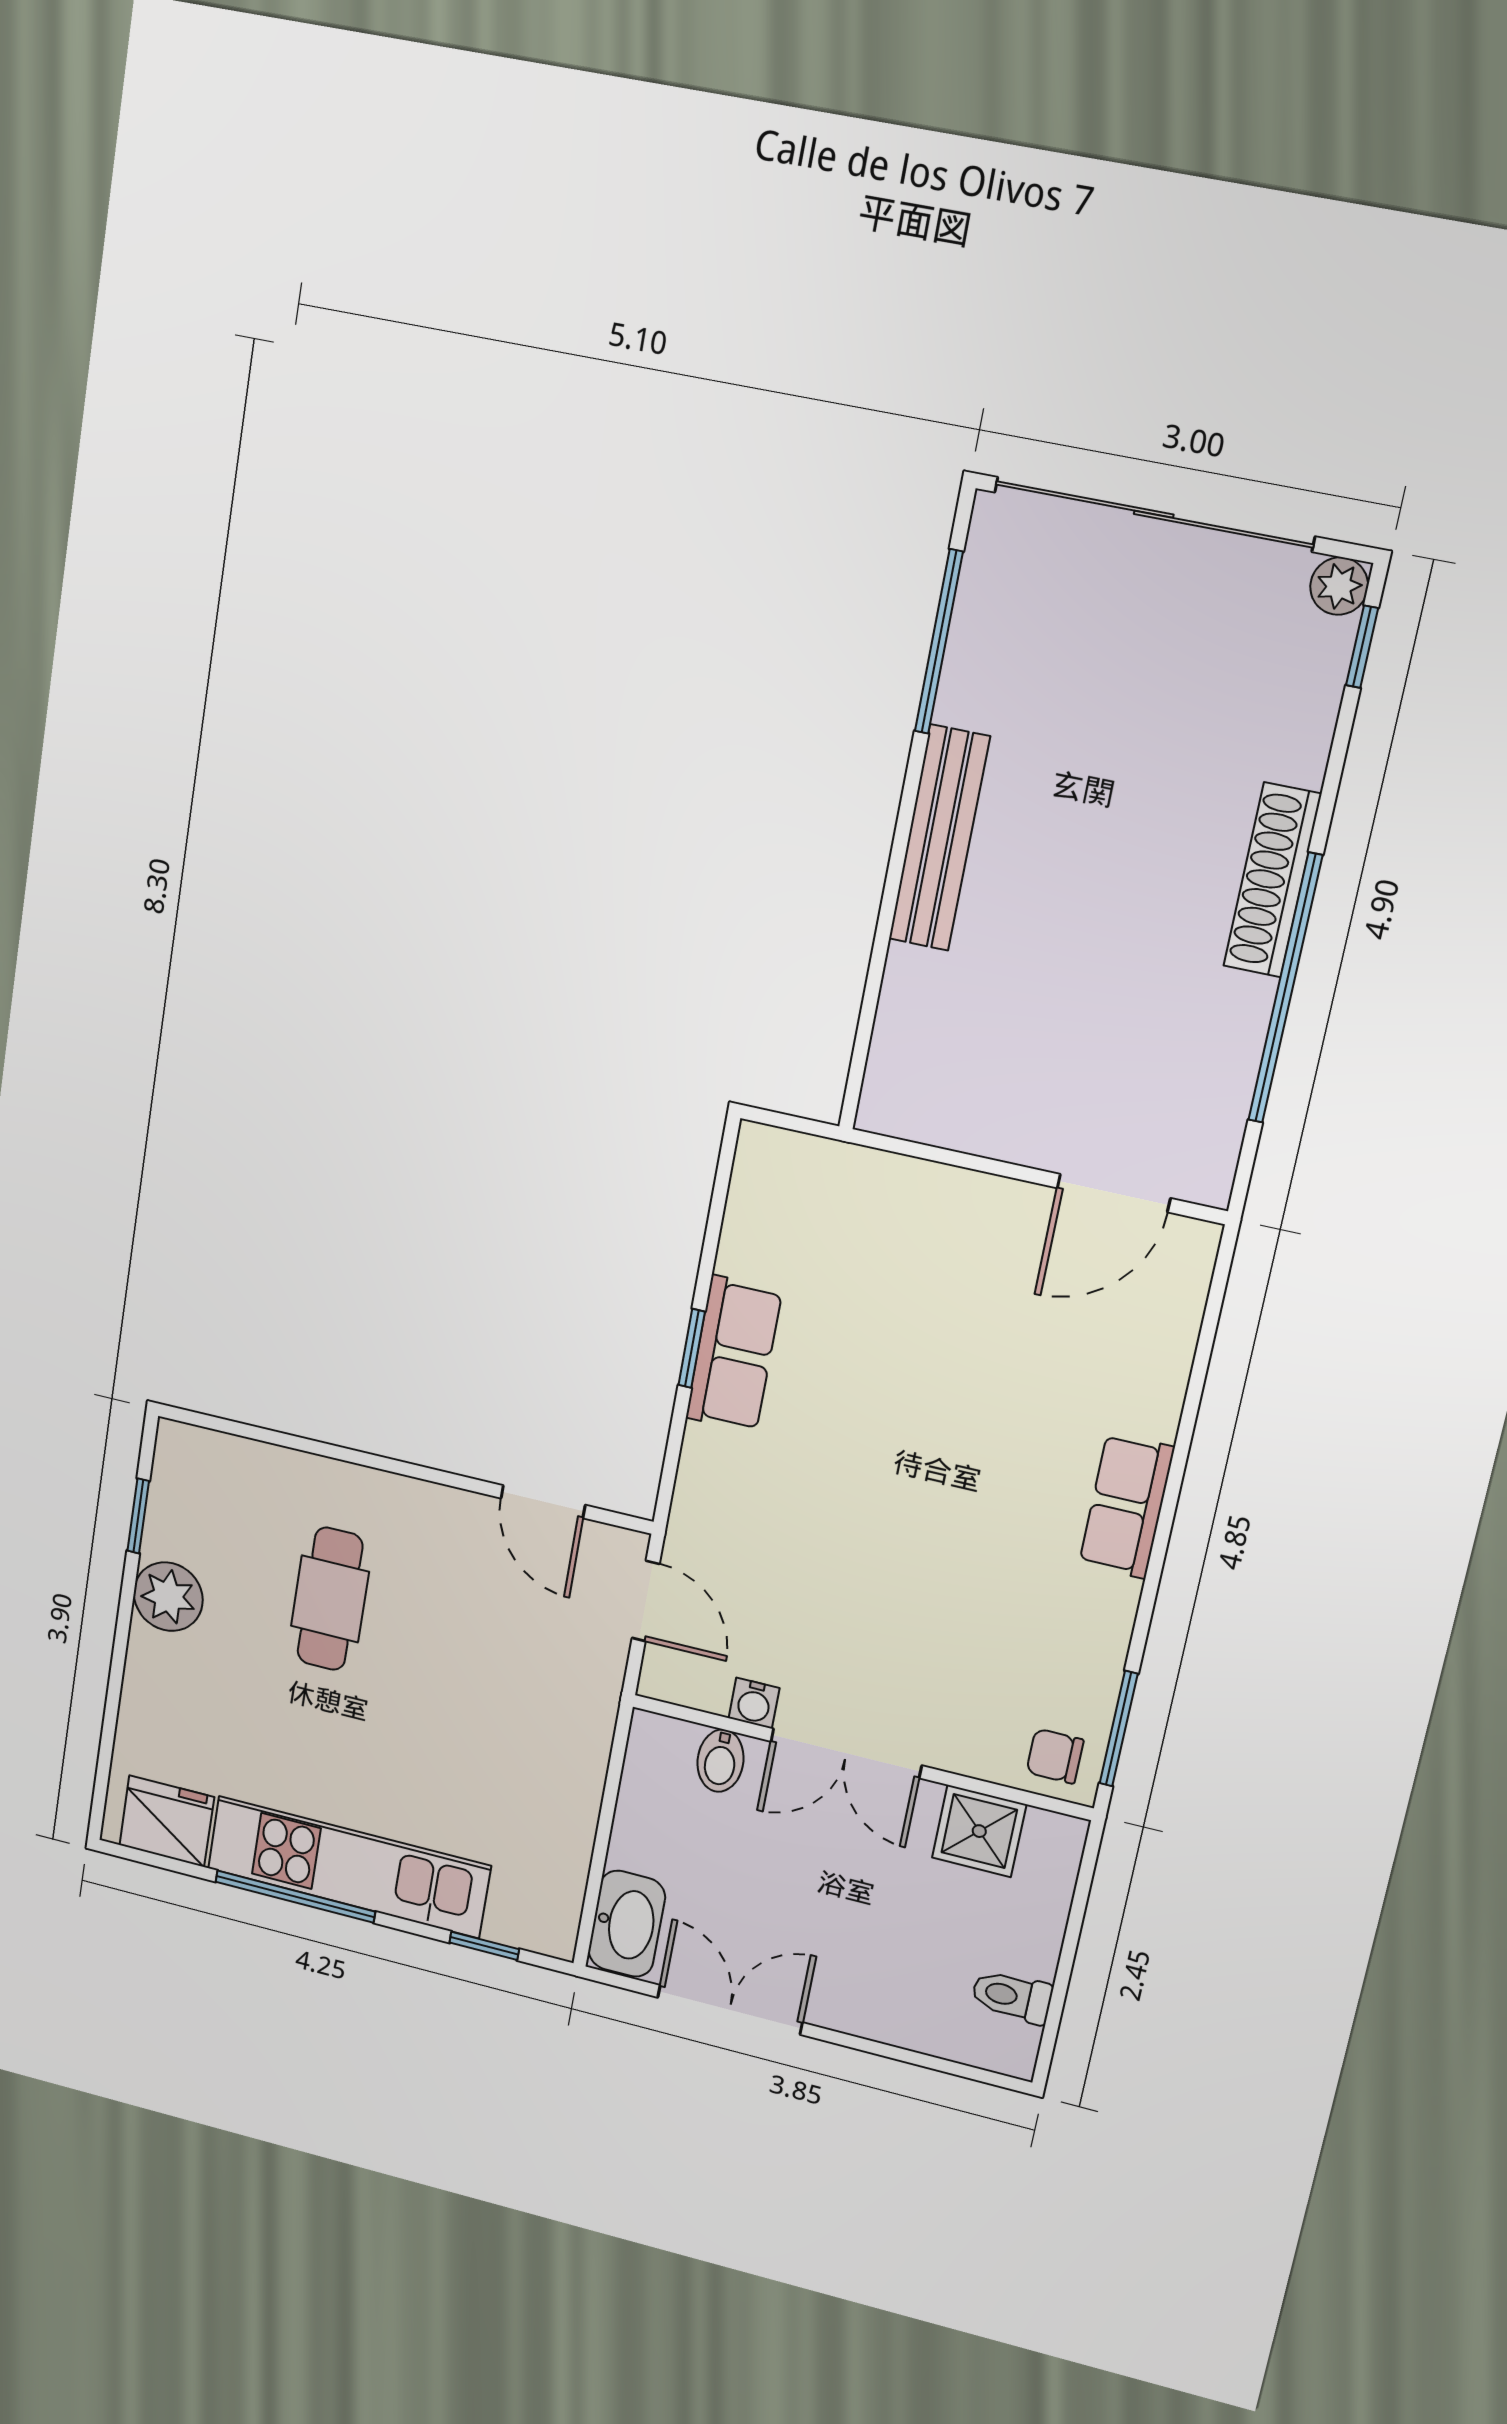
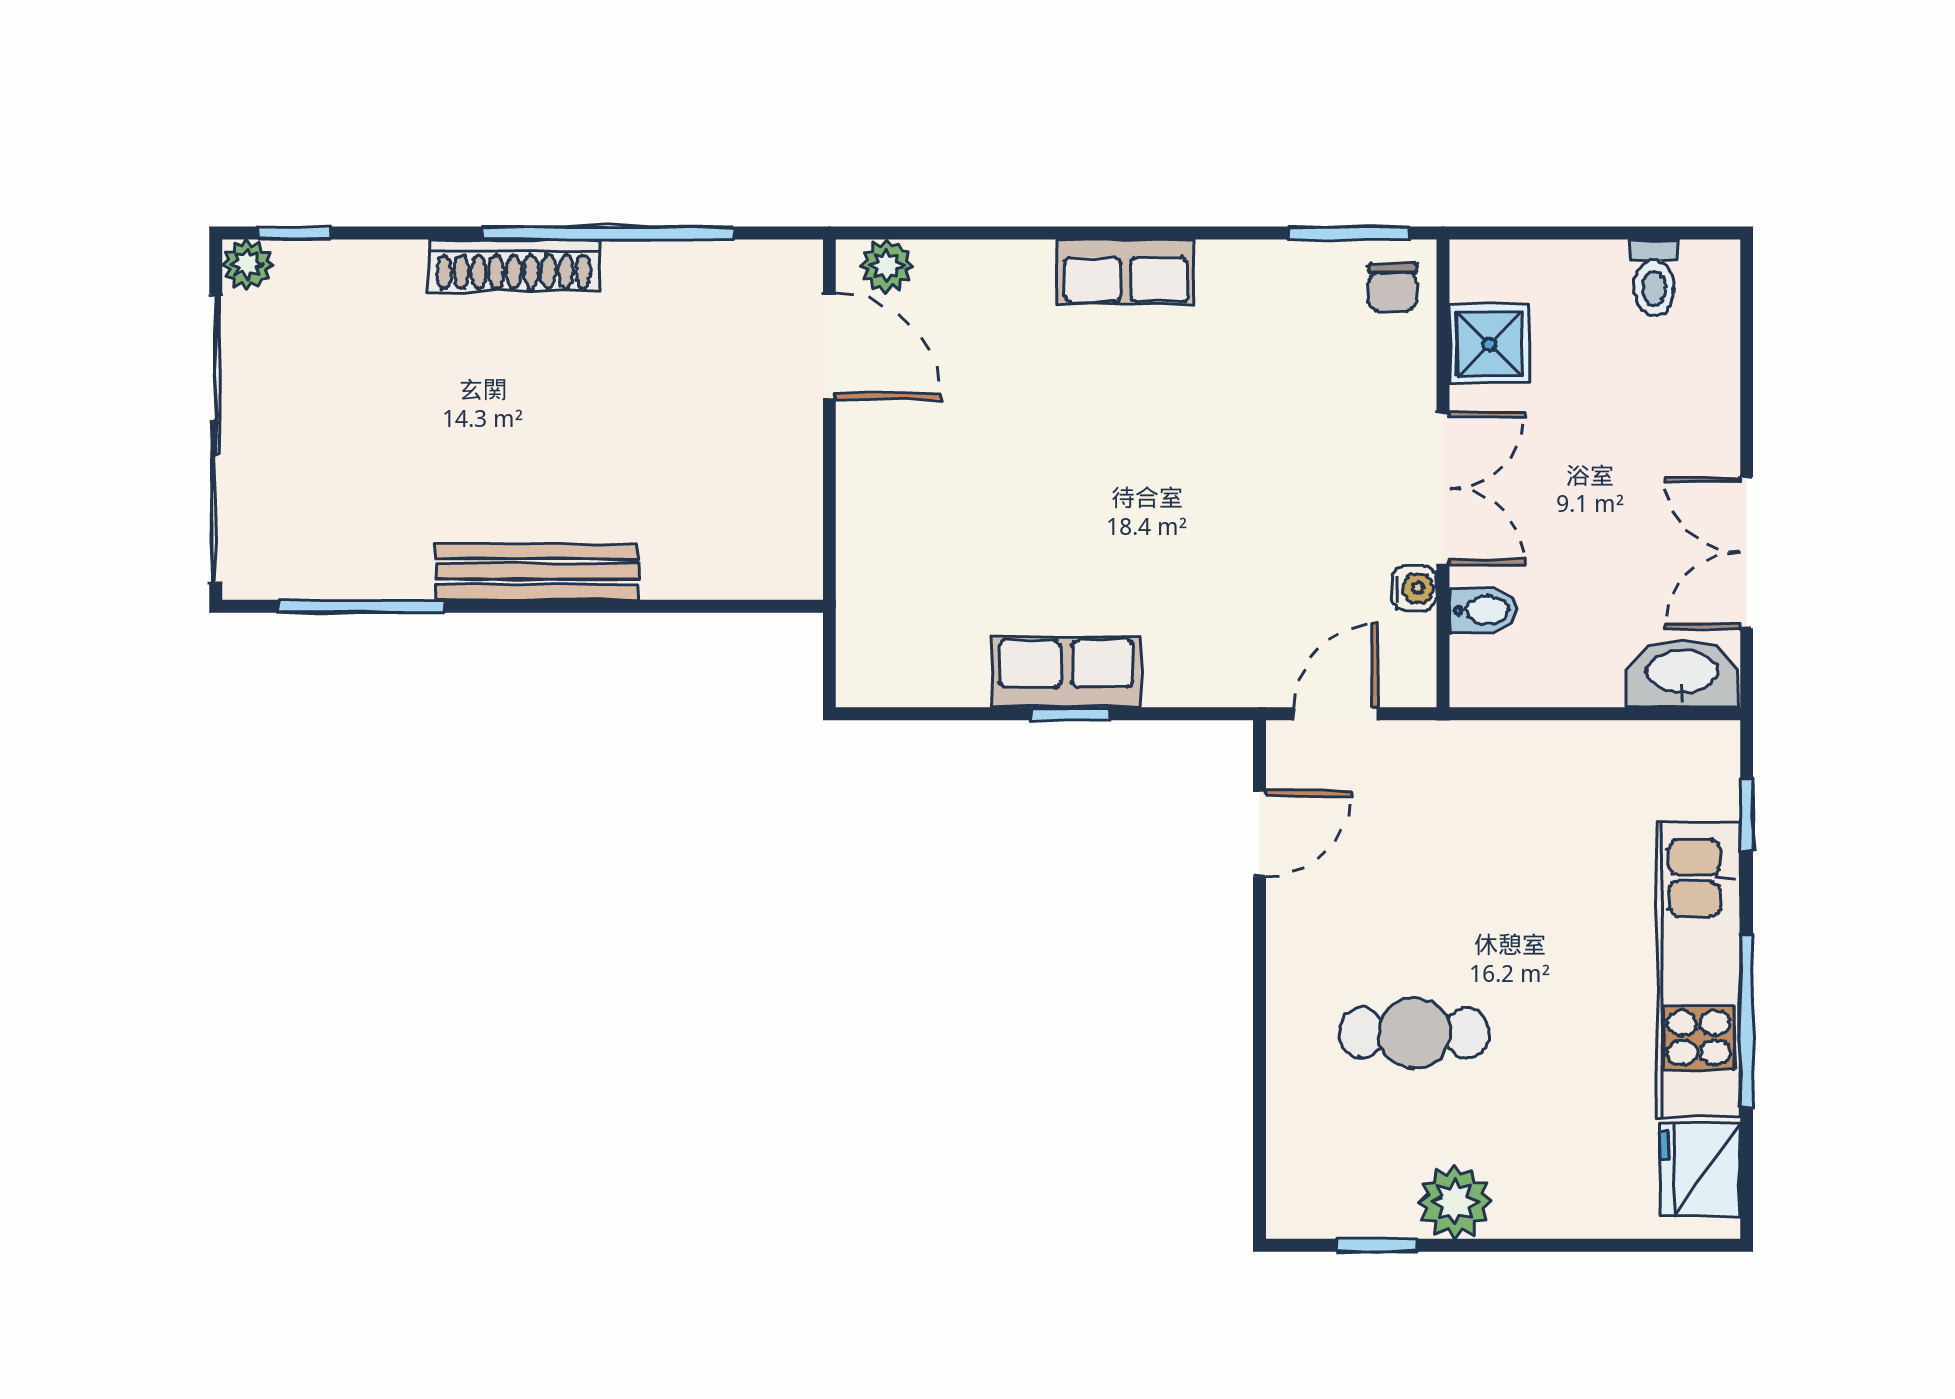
plant: (1186, 1269) -> (886, 266), added

